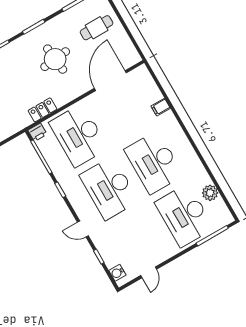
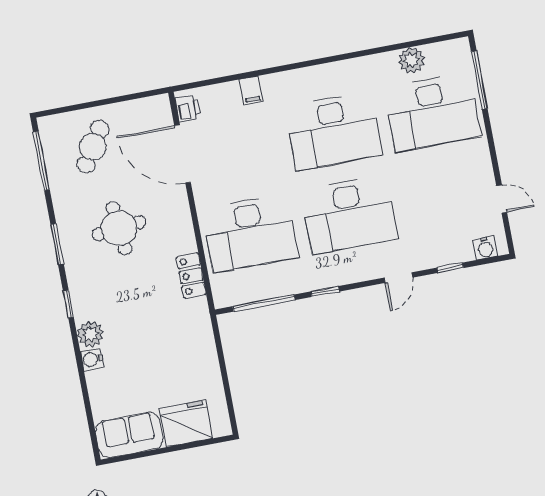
cafe table: (97, 28) -> (93, 147), turned 32
printer: (37, 132) -> (188, 109), moved

